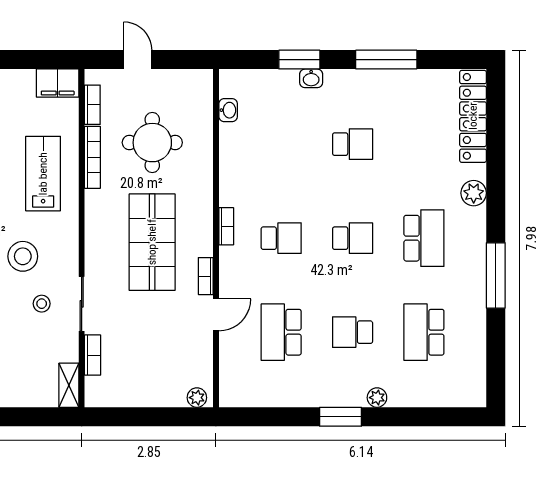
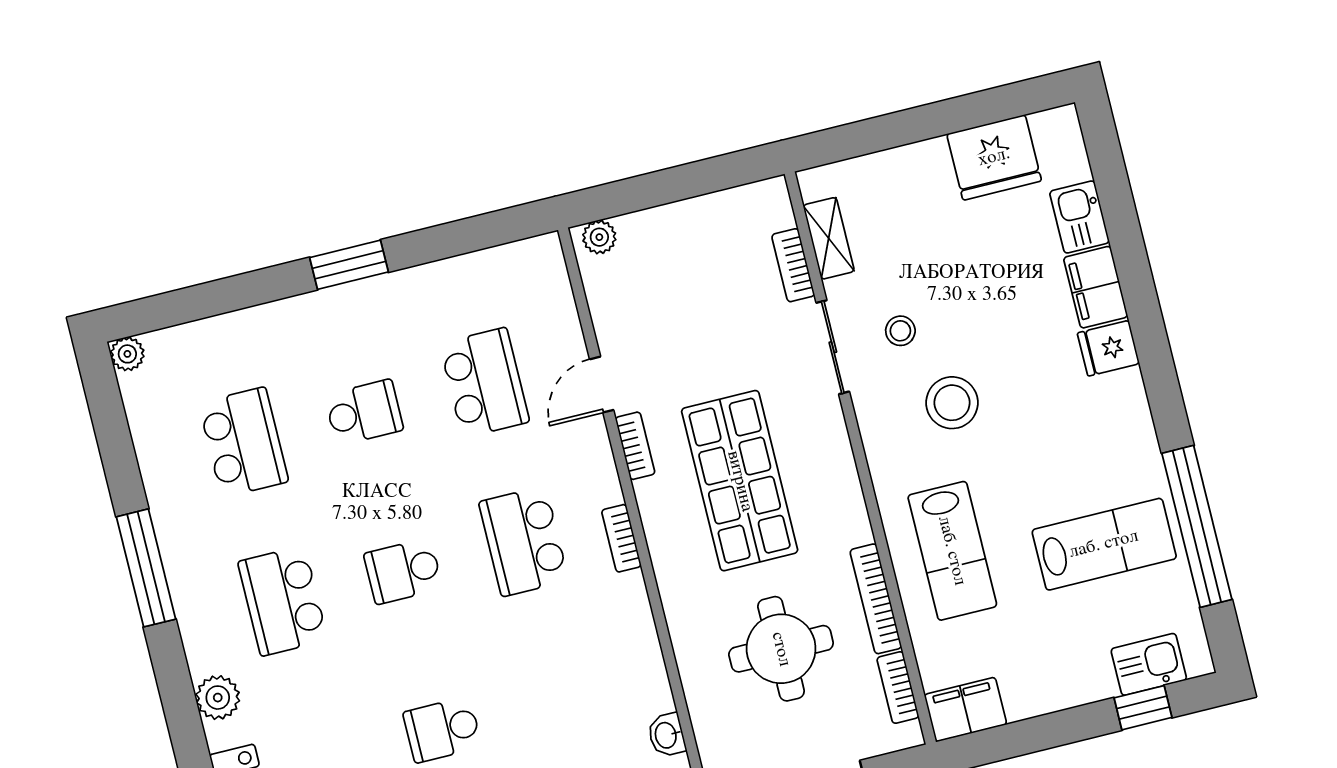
school desk: (281, 238) -> (524, 541), width x1.85
shelving: (69, 385) -> (829, 238), moved
plant: (377, 398) -> (127, 354), moved

